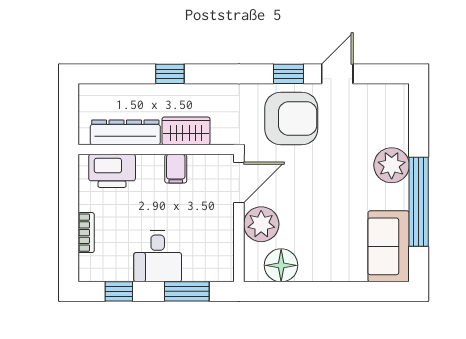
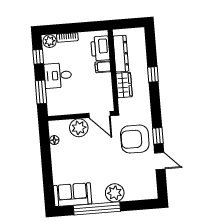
armchair: (291, 119) -> (135, 139), turned 90
filing cabinet: (176, 169) -> (103, 67), moved
floor lamp: (281, 265) -> (54, 140), width x0.53, depth x0.53
plant: (91, 267) -> (50, 41), added

